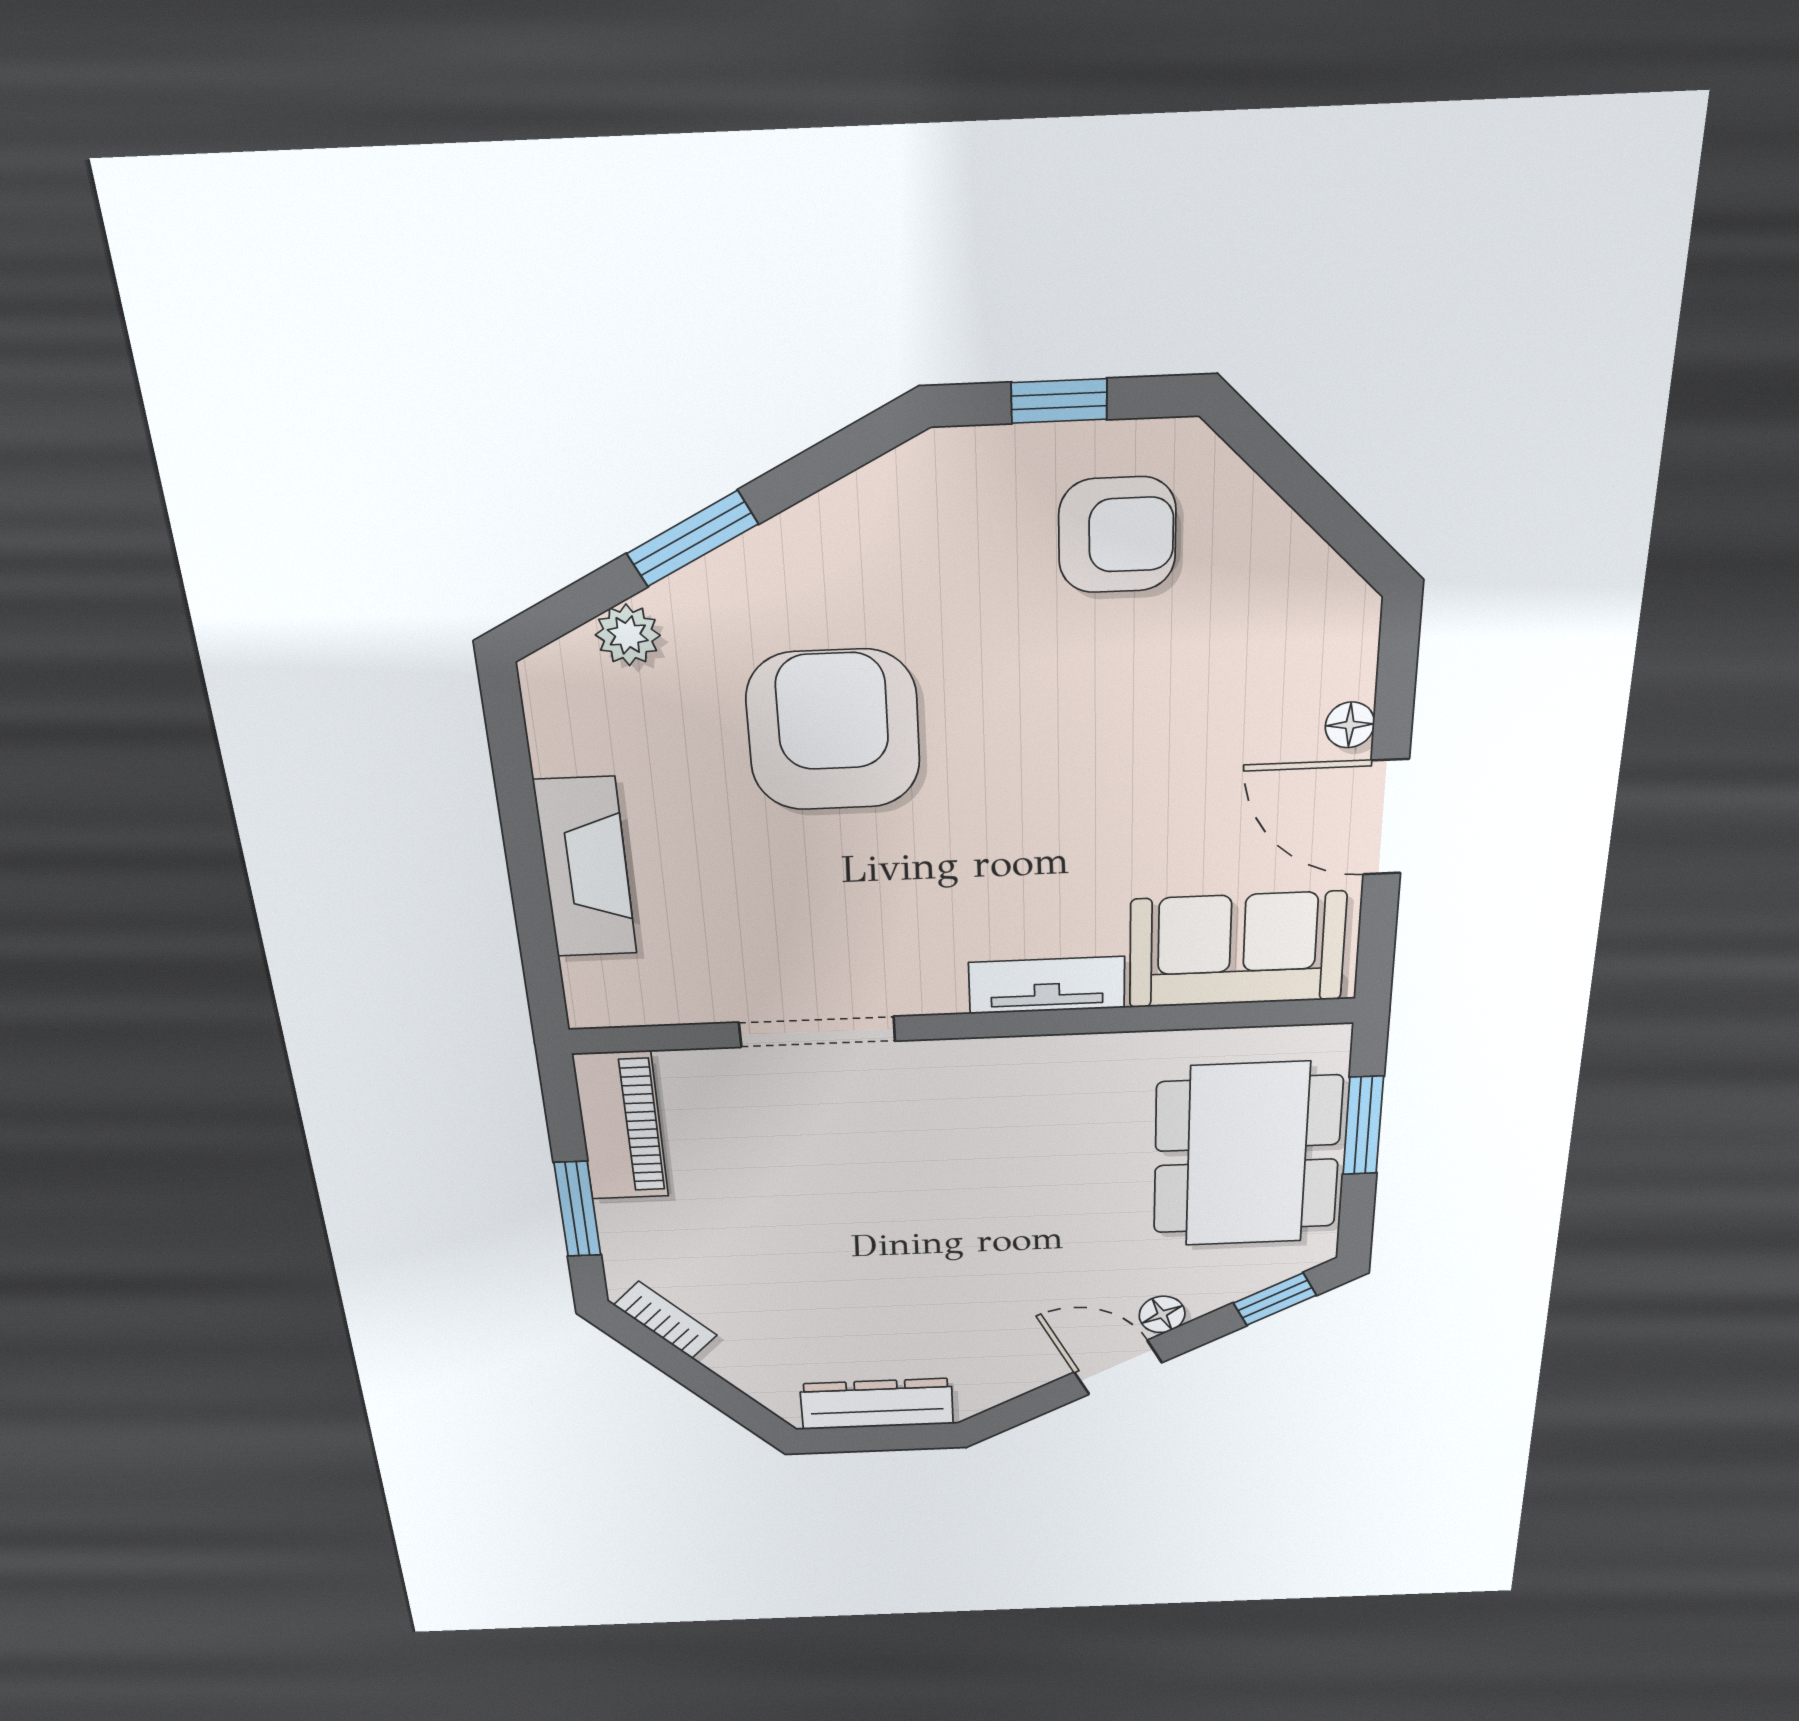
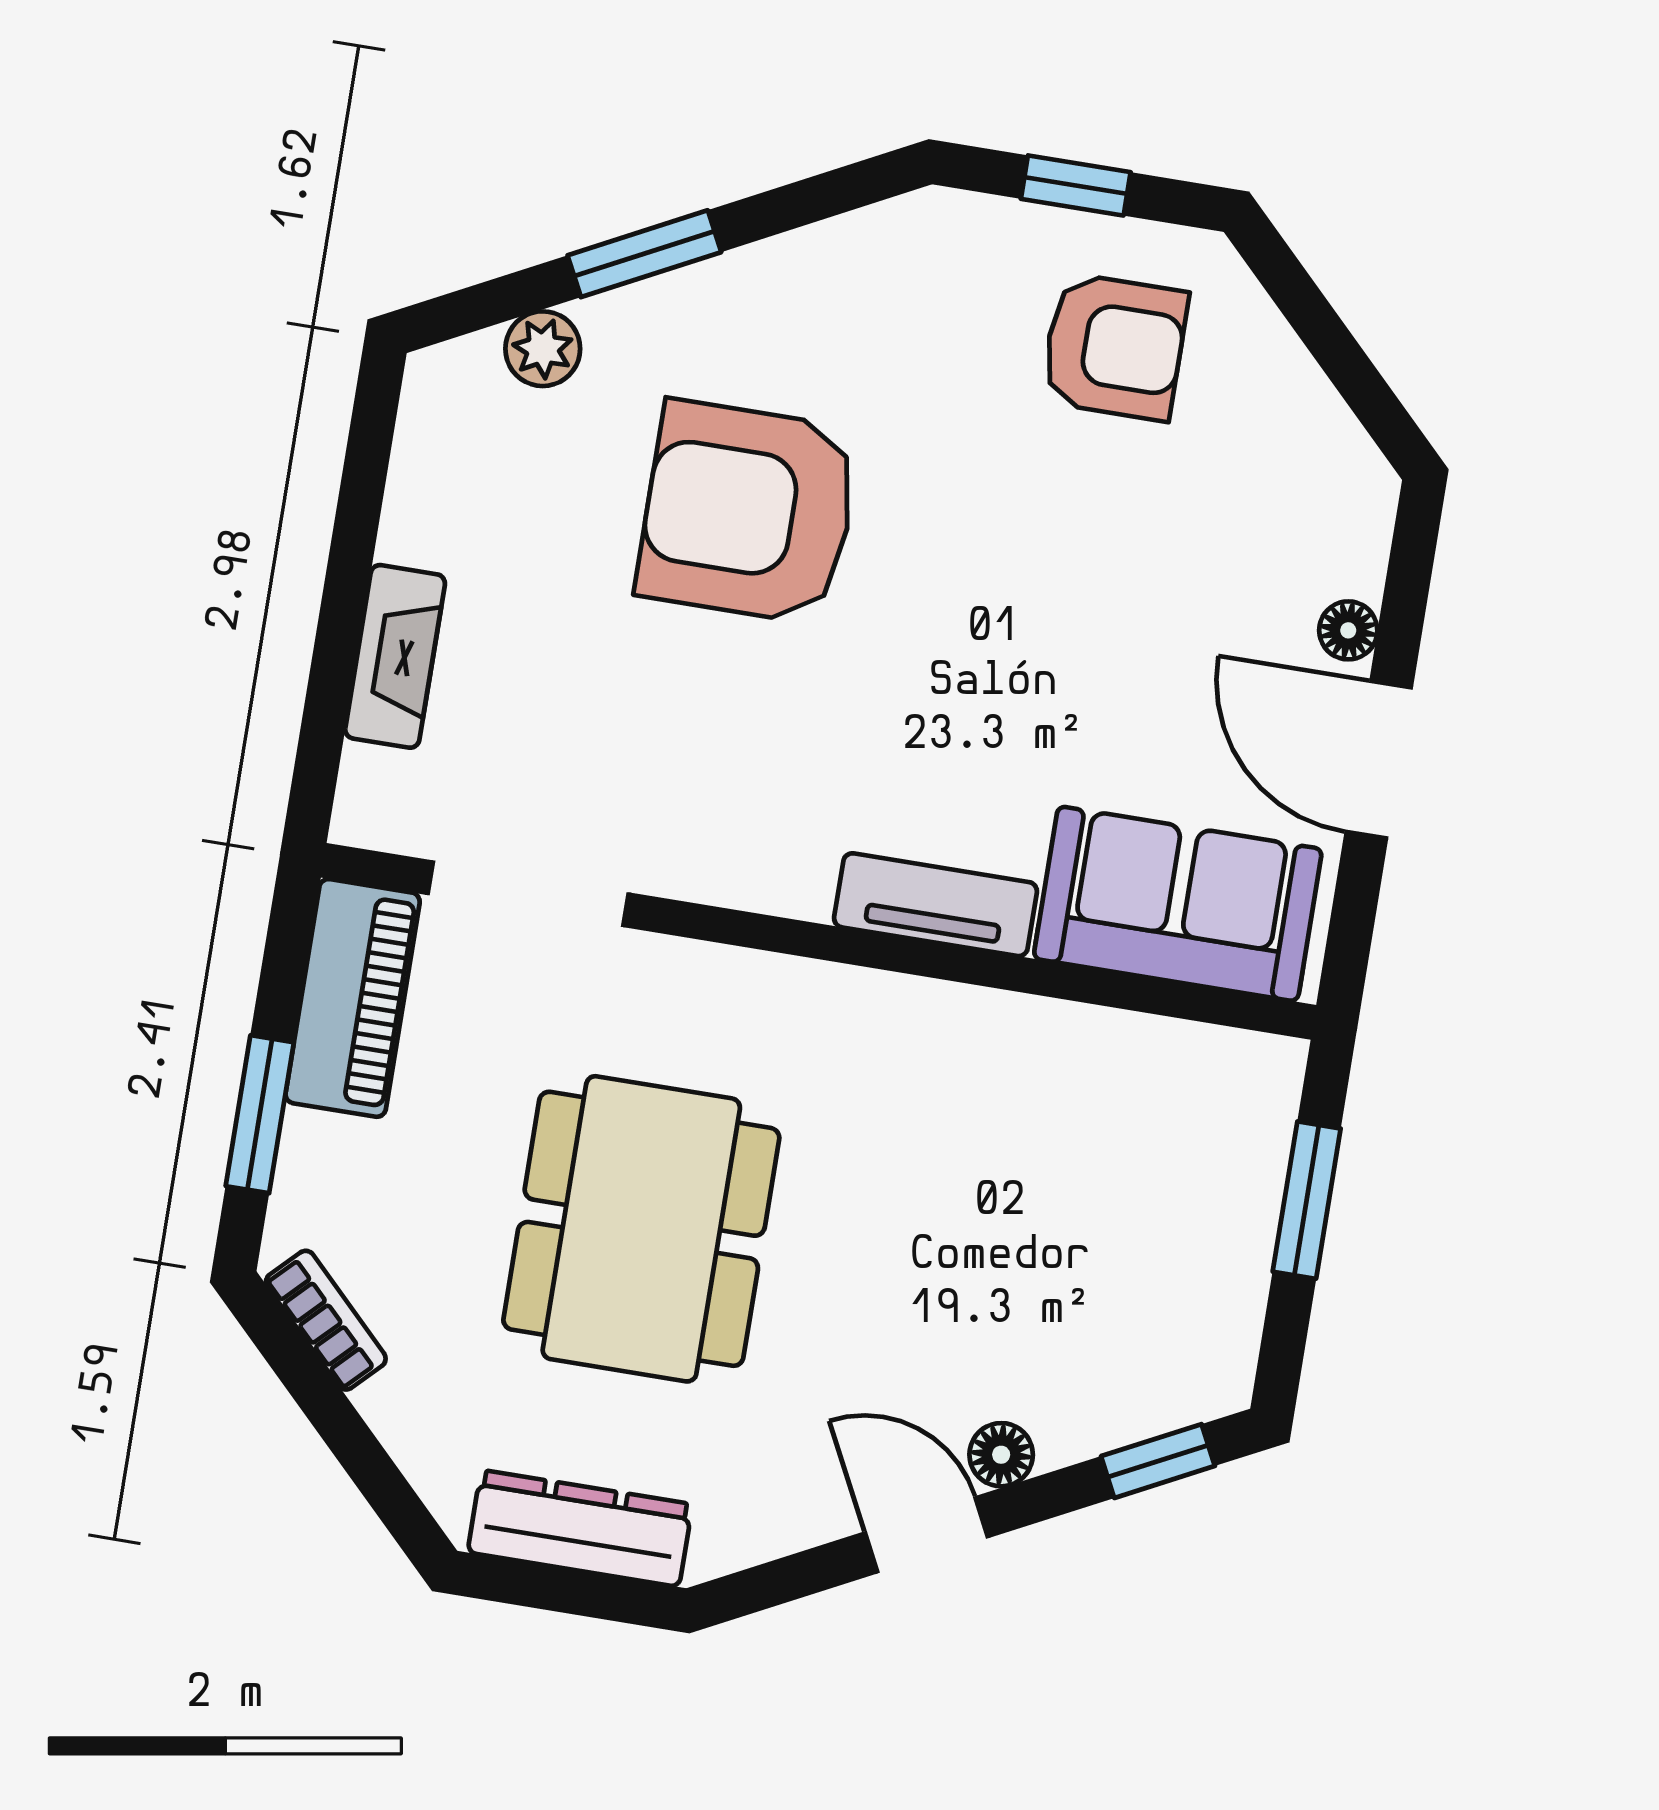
armchair: (833, 730) -> (748, 512), turned -90
fireplace: (586, 868) -> (395, 656), width x0.73, depth x0.76
doorway: (817, 1032) -> (528, 894), moved
dining table: (1247, 1155) -> (641, 1229), moved

